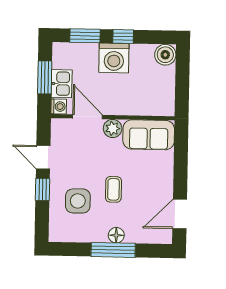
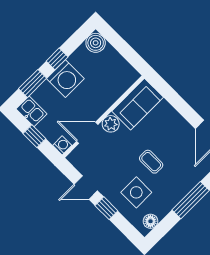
window: (45, 77) -> (34, 136), width x0.67
kitchen sink: (62, 84) -> (32, 111), moved
floor lamp: (116, 235) -> (150, 221), moved

